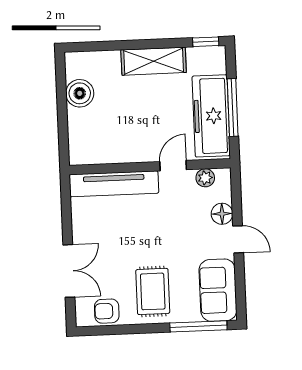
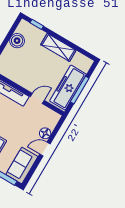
window: (206, 42) -> (37, 24), moved
plant: (205, 178) -> (48, 113), removed
door: (238, 239) -> (45, 149), swing flipped

